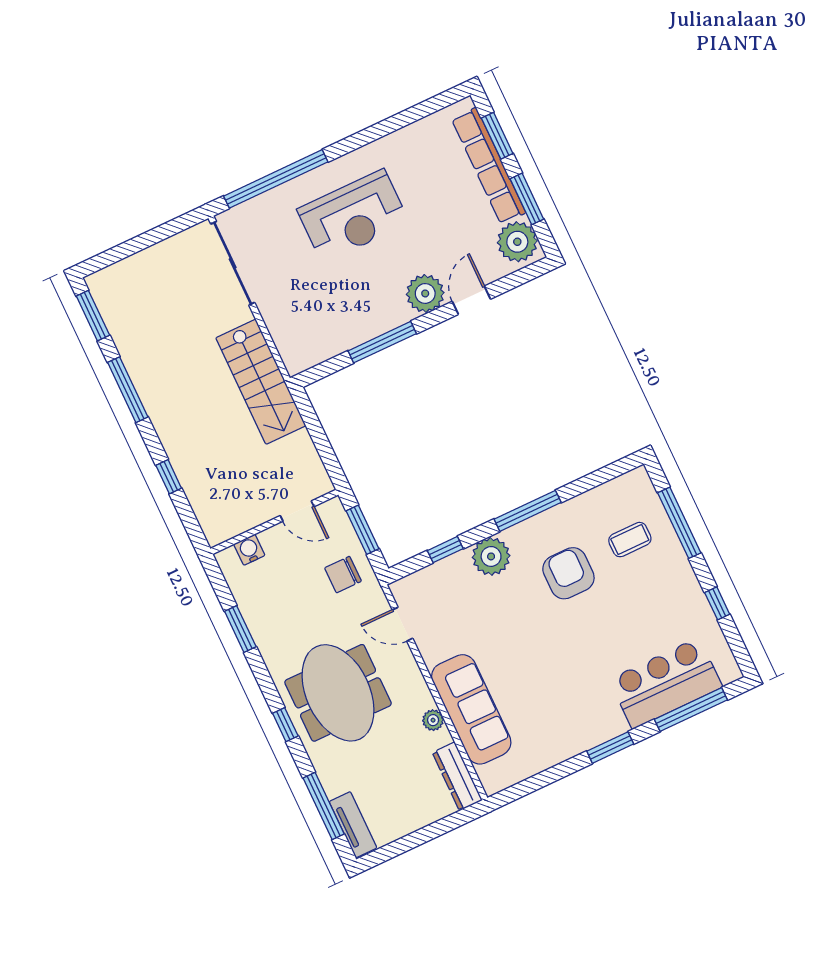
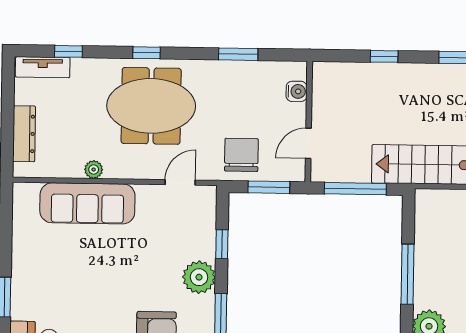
window: (320, 440) -> (355, 189), added
chair: (343, 575) -> (241, 155), width x1.37, depth x1.37
dresser: (457, 776) -> (24, 134), moved, turned 90
window: (324, 806) -> (68, 51), width x0.46

